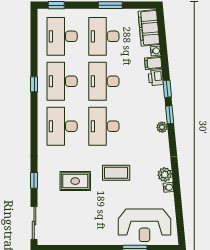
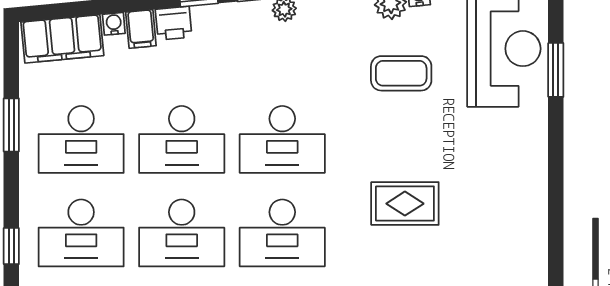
coffee table: (116, 173) -> (401, 73), moved, turned 90
rug: (75, 181) -> (405, 204), turned 90

